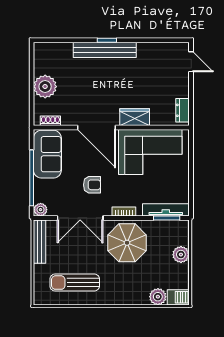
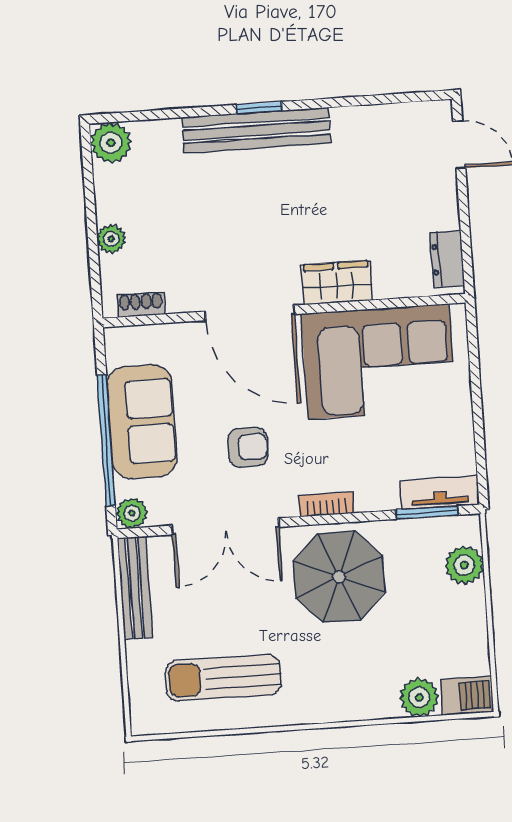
plant: (42, 51) -> (111, 143), added
plant: (45, 87) -> (111, 239), width x0.53, depth x0.53
sofa: (47, 154) -> (142, 422), moved
tv unit: (166, 210) -> (440, 493), width x0.71
plant: (181, 255) -> (464, 565), moved

